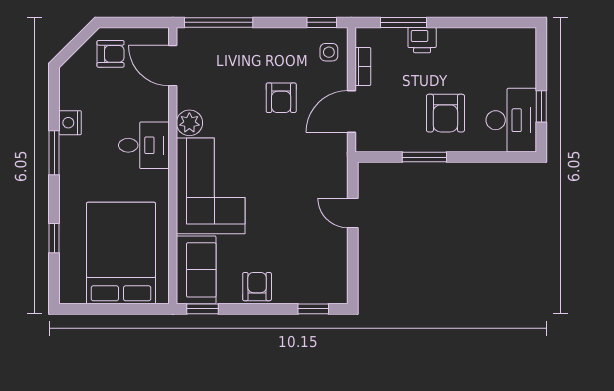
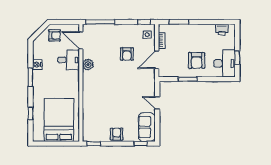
printer: (422, 40) -> (222, 29), moved
desk: (144, 145) -> (69, 60), moved
corner sofa: (211, 186) -> (97, 91), removed
sofa: (196, 270) -> (147, 127), moved, turned 180

